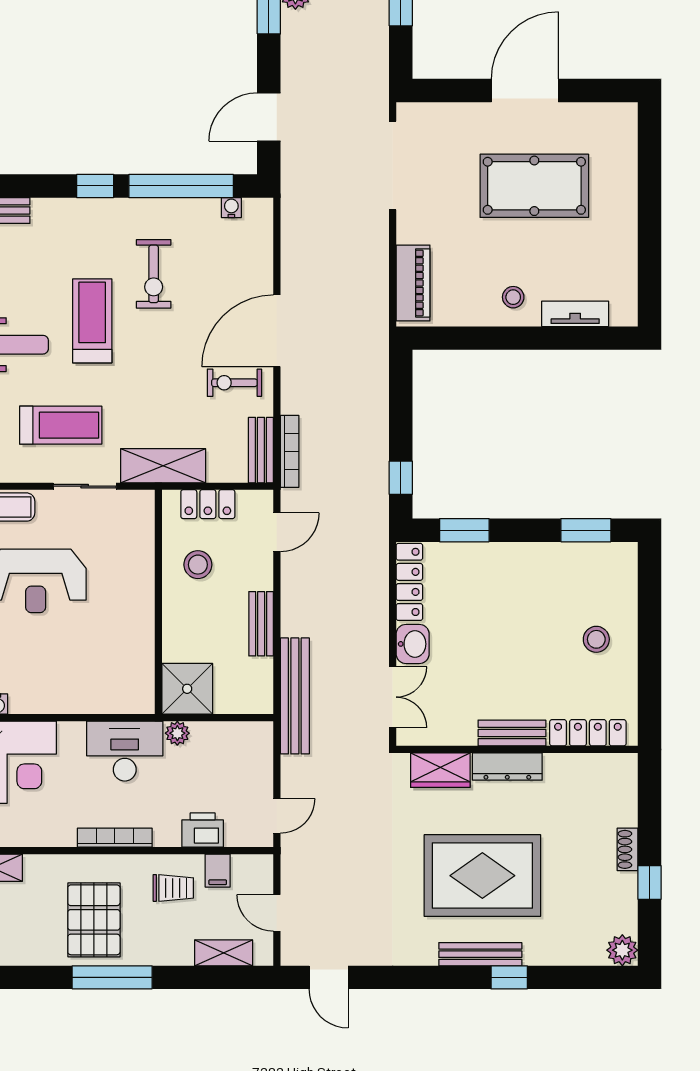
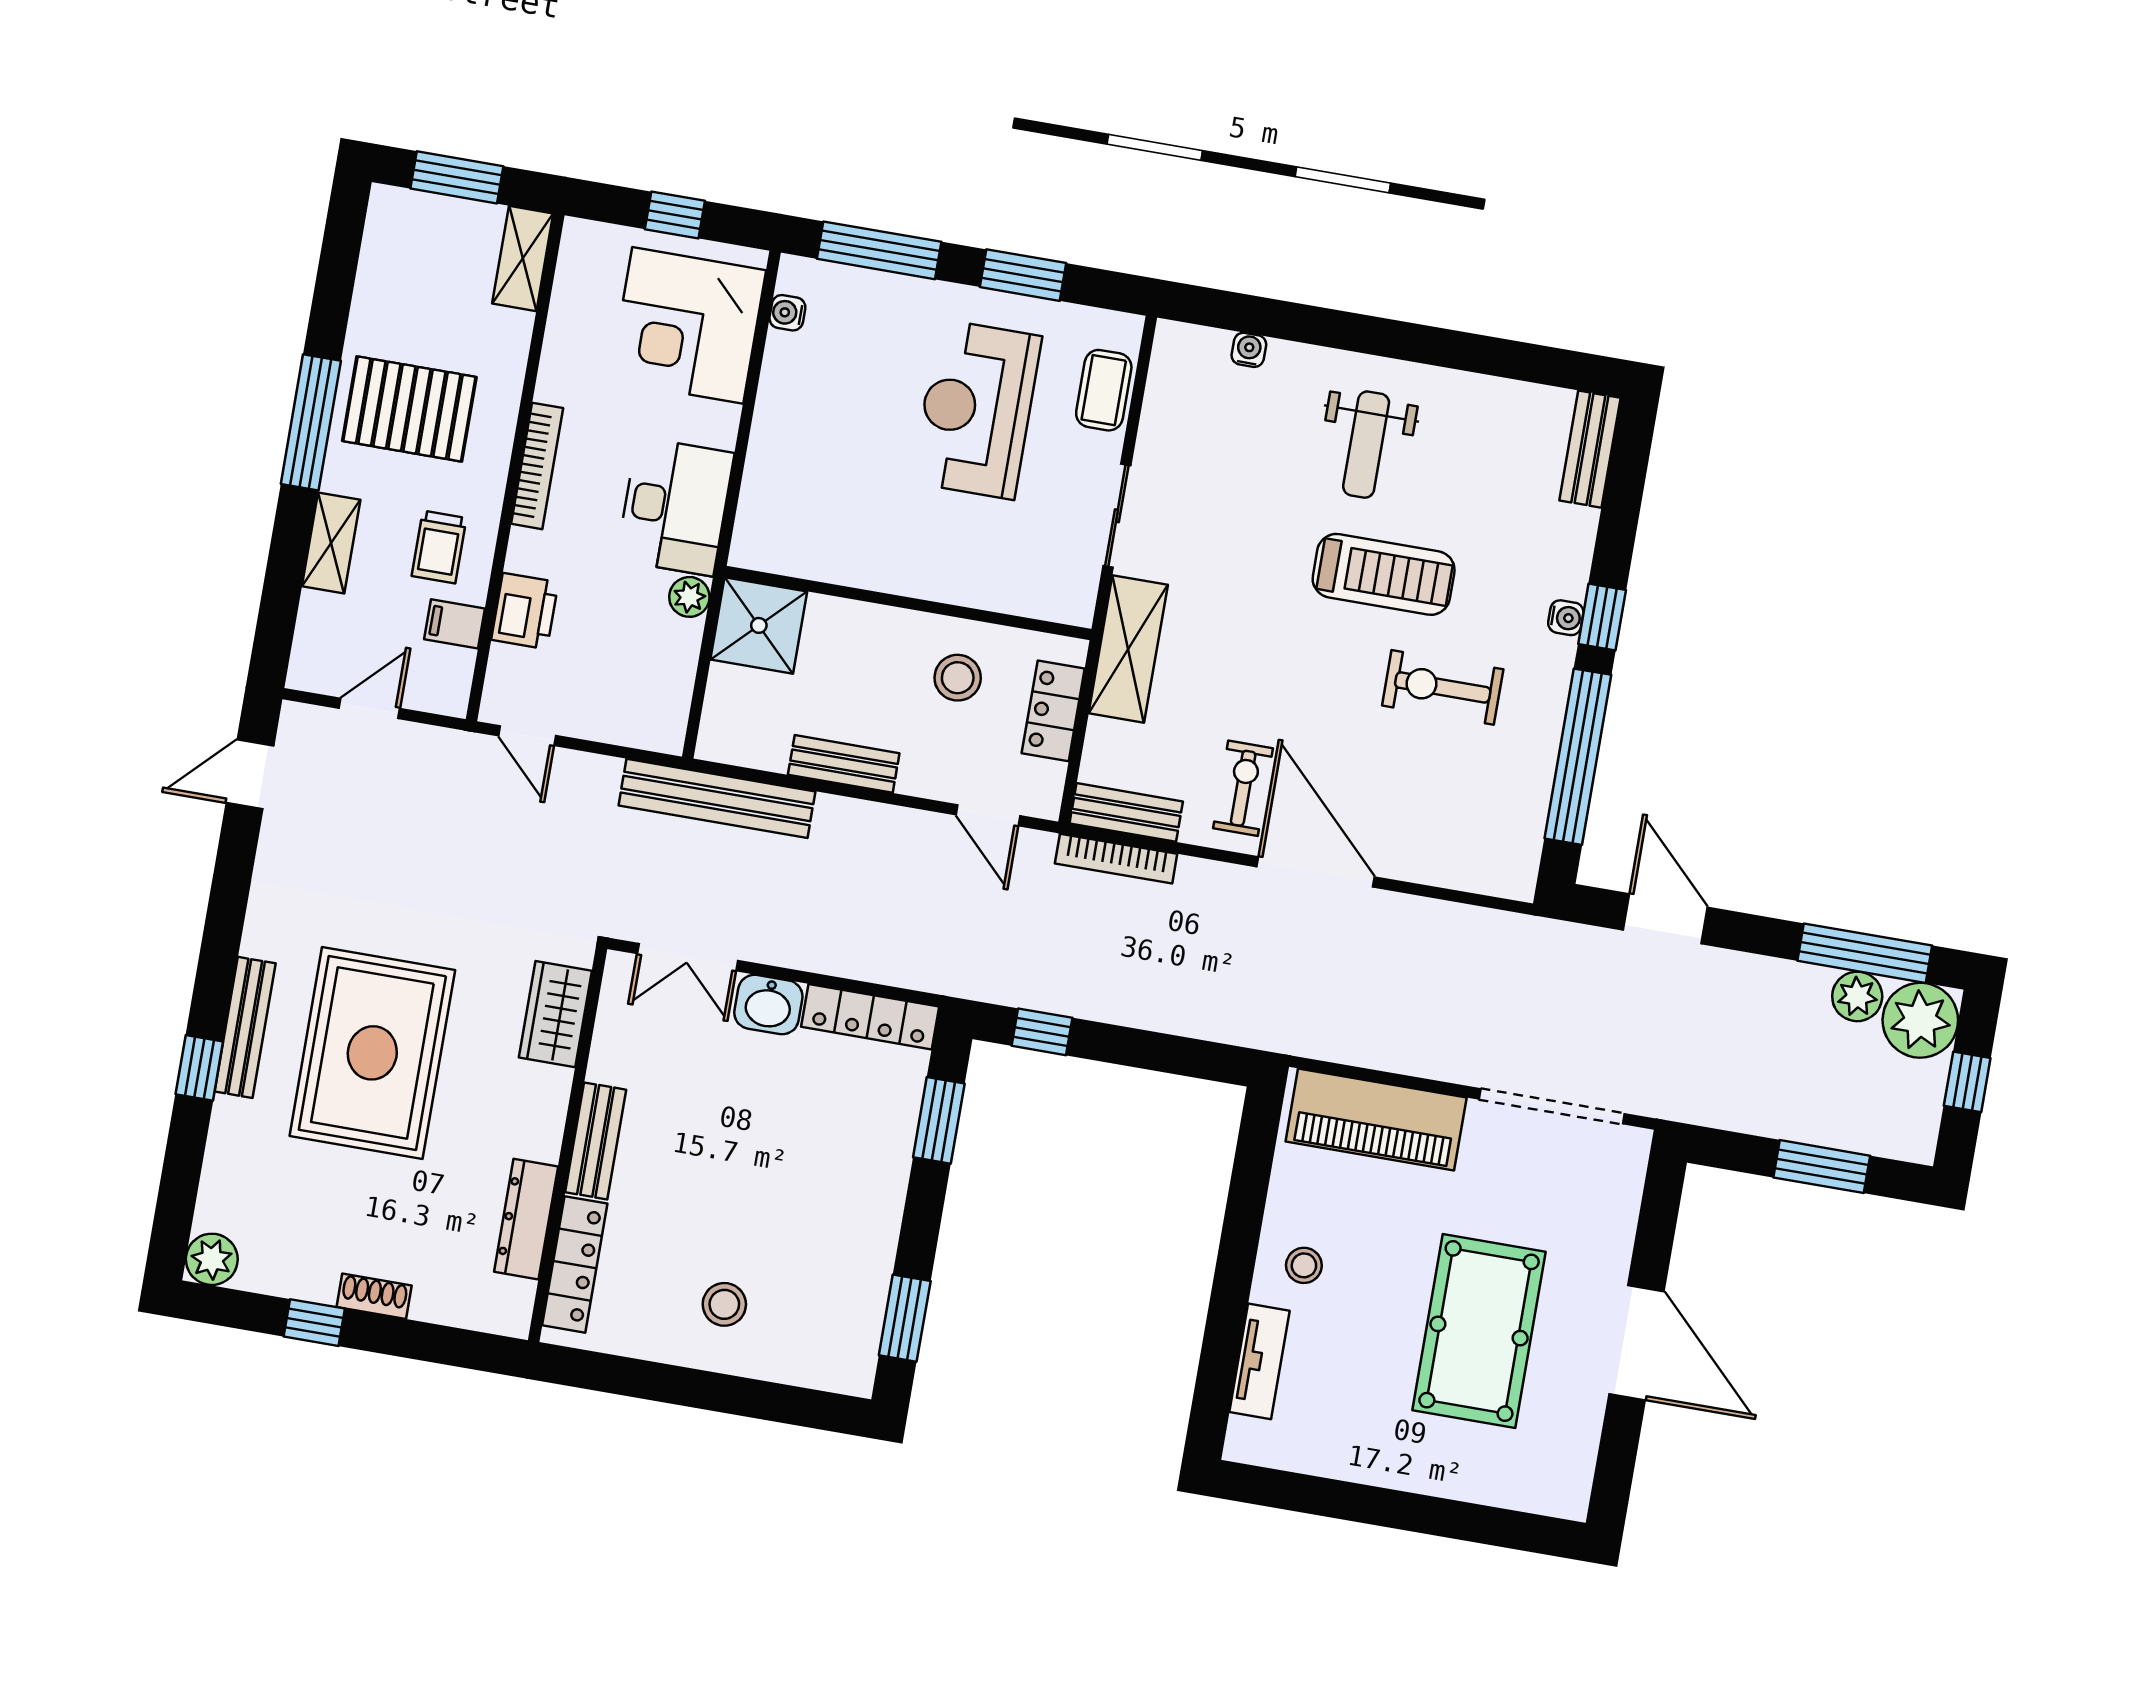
water cooler: (231, 208) -> (1566, 618), moved
piano: (413, 283) -> (1376, 1119), width x1.37, depth x1.33
treadmill: (61, 425) -> (1223, 494), removed
dresser: (507, 767) -> (526, 1219), moved
shelving: (224, 953) -> (331, 543), moved

